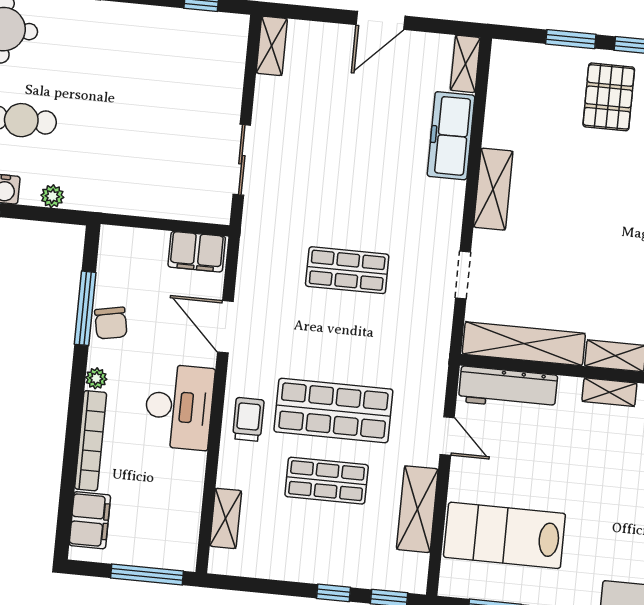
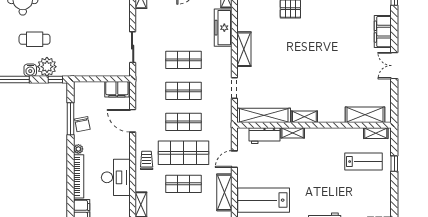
plant: (52, 196) -> (47, 67), width x1.88, depth x1.88
shop shelf: (354, 200) -> (183, 60), added
window: (60, 216) -> (55, 79), added
shop shelf: (340, 340) -> (183, 122), added
workbench: (508, 388) -> (265, 136), width x0.73
shelving: (609, 392) -> (293, 133), moved
desk: (179, 407) -> (116, 177), moved
door: (447, 436) -> (234, 159), swing flipped

